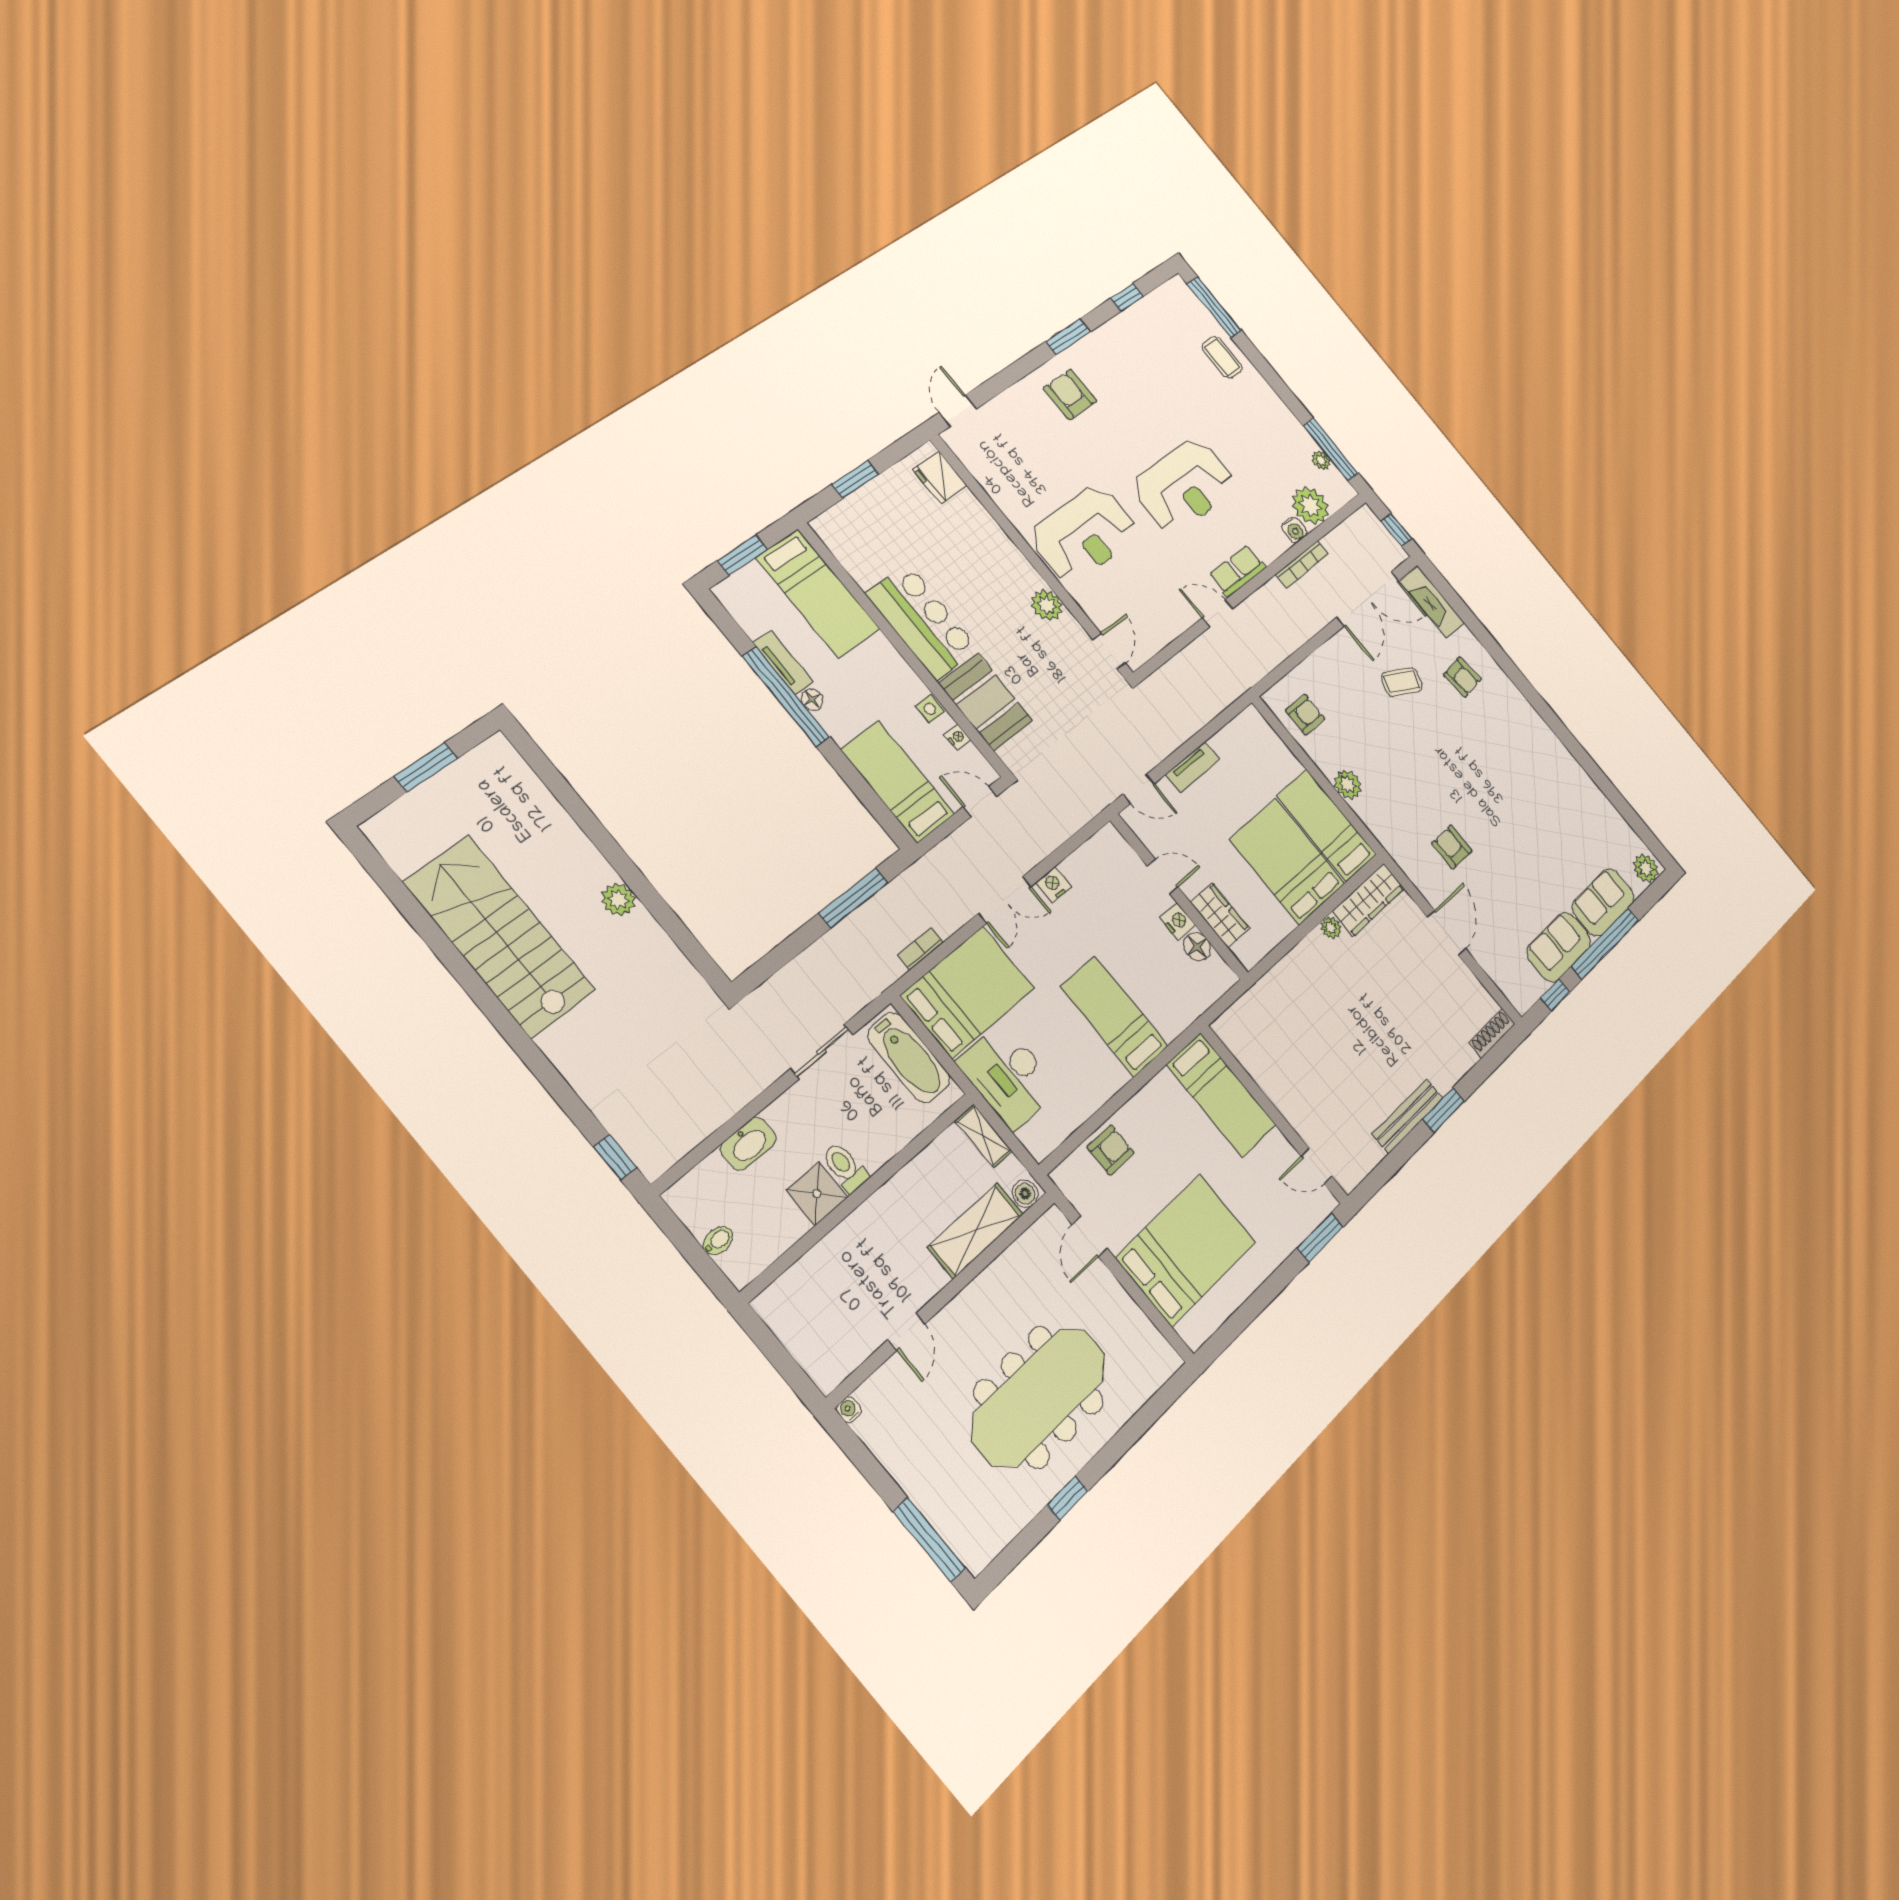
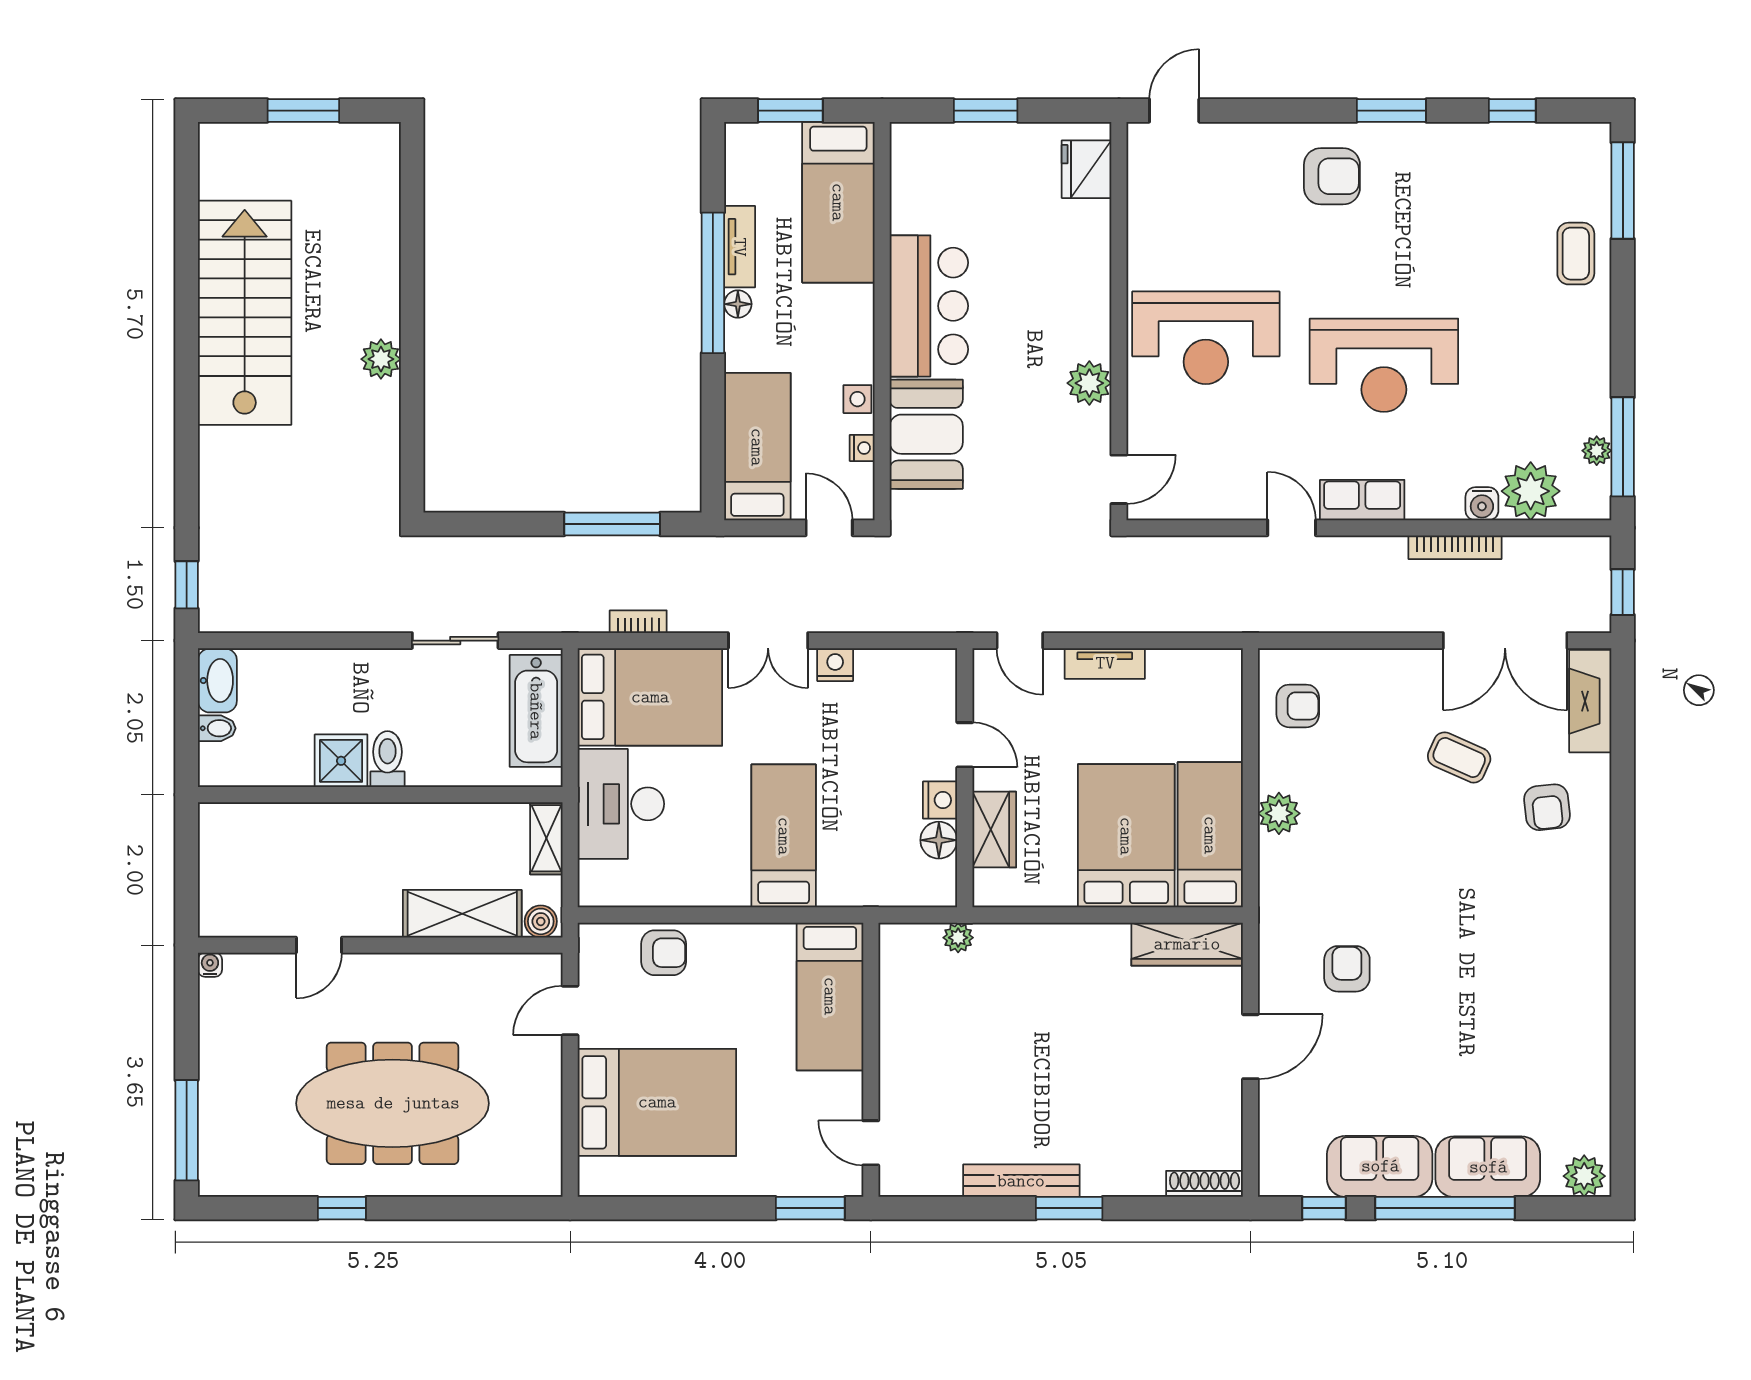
armchair: (1070, 395) -> (1332, 176), turned 90
plant: (1331, 928) -> (958, 938), moved
washbasin: (748, 1144) -> (217, 681), moved, turned -90

